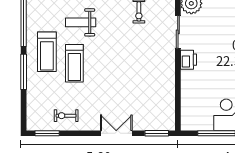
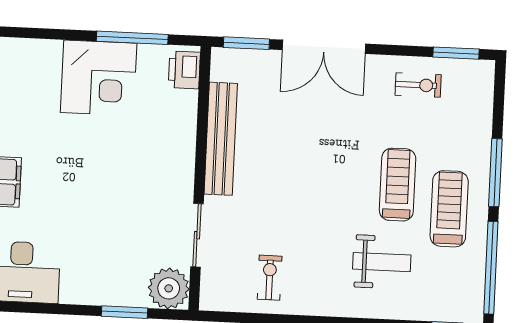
printer: (188, 60) -> (184, 70), moved
bench: (168, 83) -> (221, 139), added
double door: (116, 133) -> (324, 47), width x1.37

